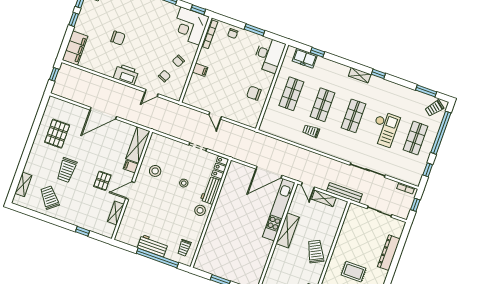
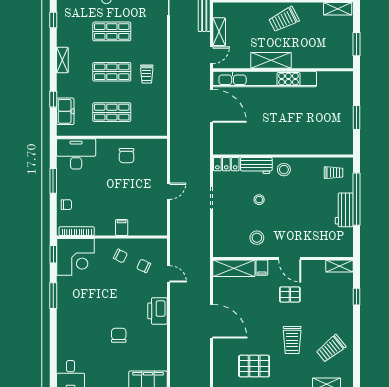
shelving: (360, 75) -> (62, 60), moved
trolley: (67, 170) -> (292, 340), turned 90
kitchen unit: (279, 210) -> (265, 79), width x1.36
shelving: (116, 213) -> (339, 266), moved

